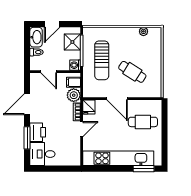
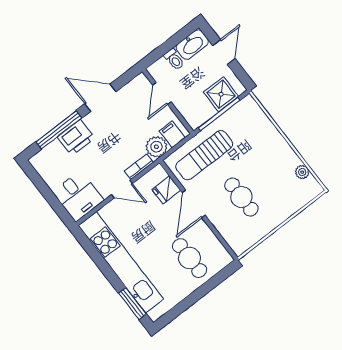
door: (52, 24) -> (224, 52), swing flipped
sun lounger: (102, 60) -> (204, 155), moved
washing machine: (75, 65) -> (195, 120), removed
cafe table: (132, 72) -> (241, 197), turned -32
fridge: (89, 107) -> (166, 190), moved
window: (27, 138) -> (59, 130), width x1.44
desk: (42, 154) -> (78, 196), moved, turned 180

